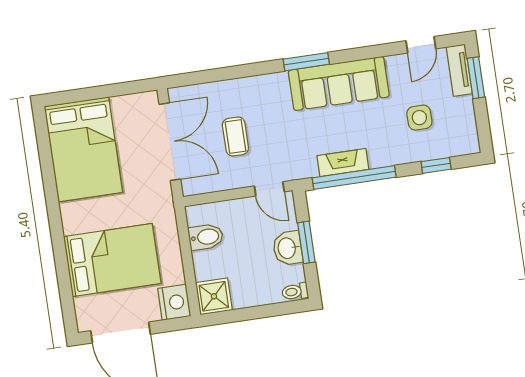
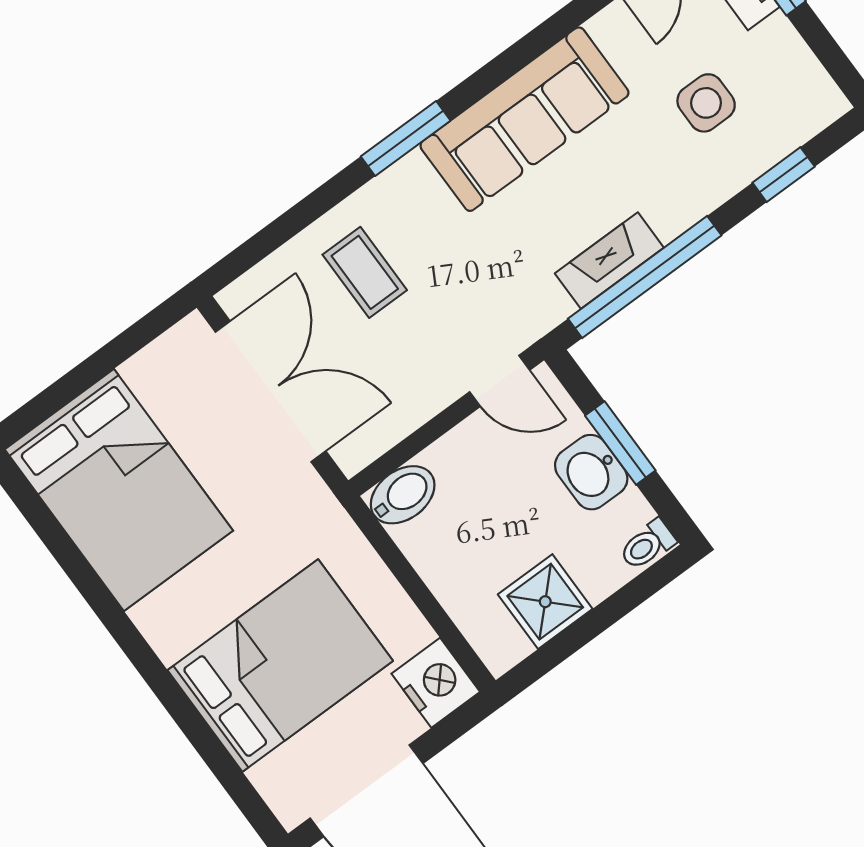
window: (306, 62) -> (406, 139), moved
coffee table: (235, 137) -> (365, 272), moved
bidet: (206, 237) -> (403, 495), moved
shower: (214, 296) -> (545, 602), moved

